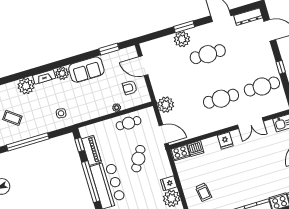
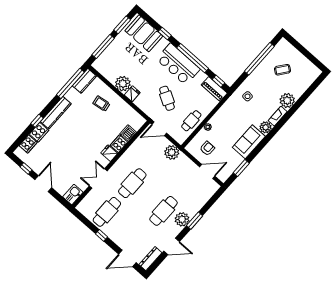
plant: (182, 39) -> (182, 219), moved
piano: (91, 150) -> (214, 89), moved
cooker: (180, 153) -> (119, 144), moved

